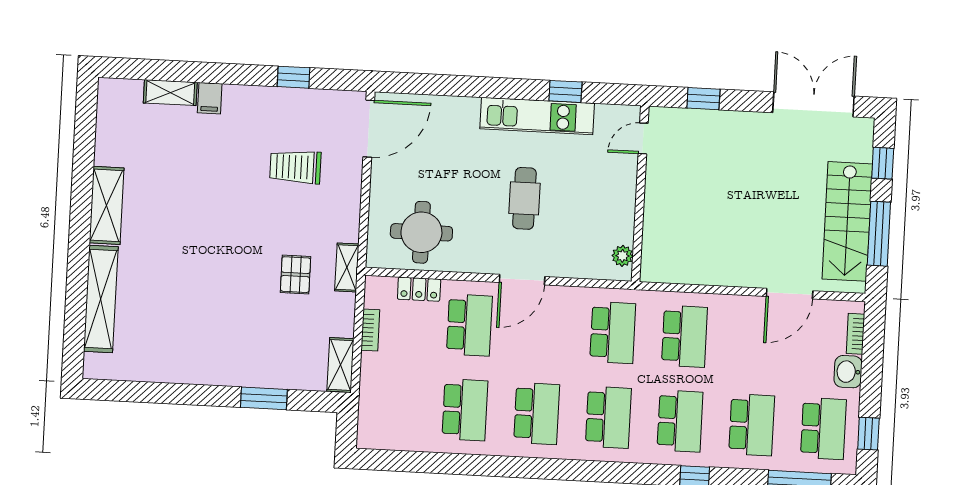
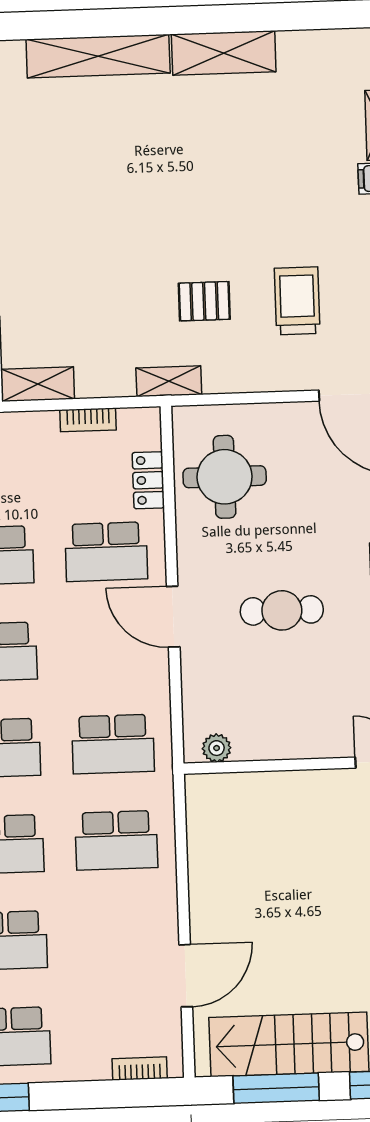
pallet: (295, 275) -> (204, 301), moved
door: (790, 294) -> (186, 976), swing flipped
washbasin: (848, 372) -> (88, 1063), removed

